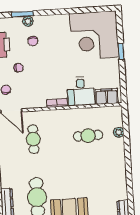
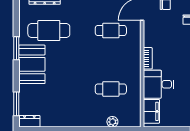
cafe table: (88, 136) -> (111, 89), turned 90

